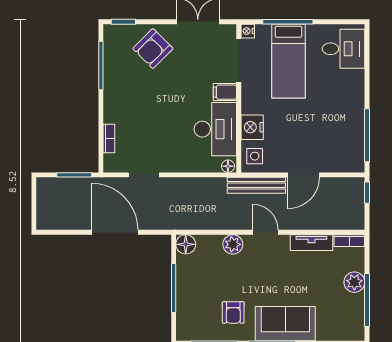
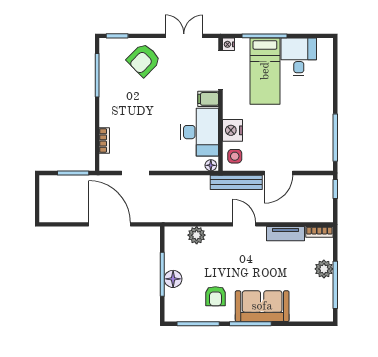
desk: (344, 49) -> (299, 57), moved, turned -90
floor lamp: (186, 244) -> (173, 279), moved
plant: (233, 244) -> (197, 235), moved

